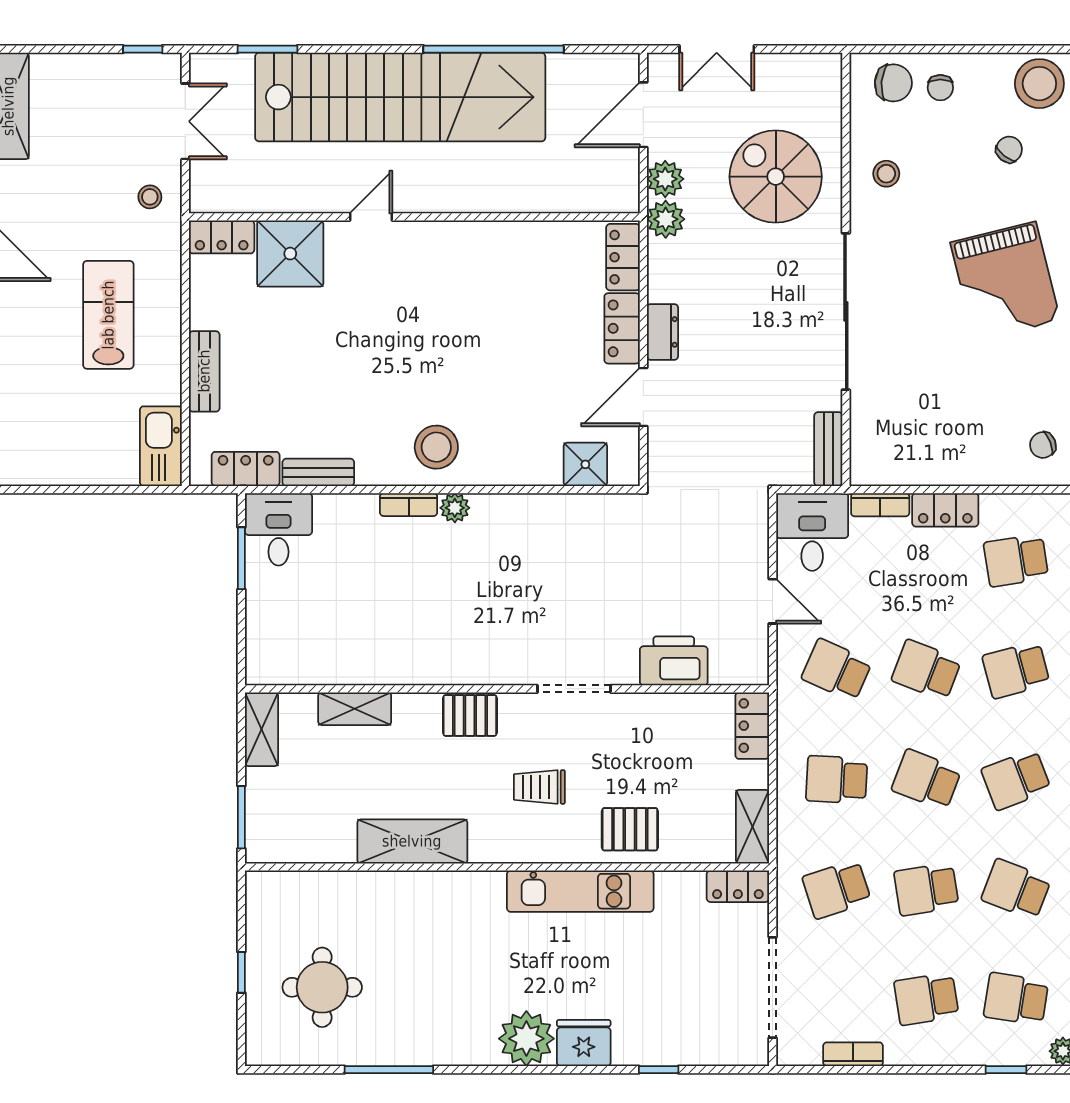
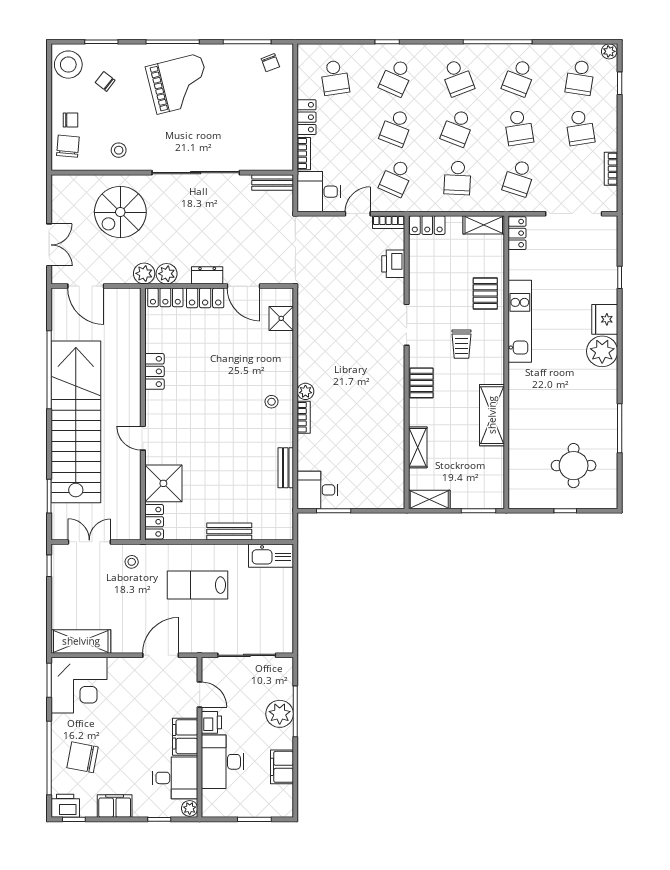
plant: (665, 179) -> (167, 274), moved
stool: (436, 447) -> (272, 402), width x0.53, depth x0.53
locker: (246, 469) -> (154, 371), moved, turned 180
bookcase: (758, 656) -> (389, 222), added
printer: (674, 661) -> (393, 264), width x0.73, depth x0.84
school desk: (1016, 670) -> (396, 78), turned 39
school desk: (837, 889) -> (519, 178), turned 36

